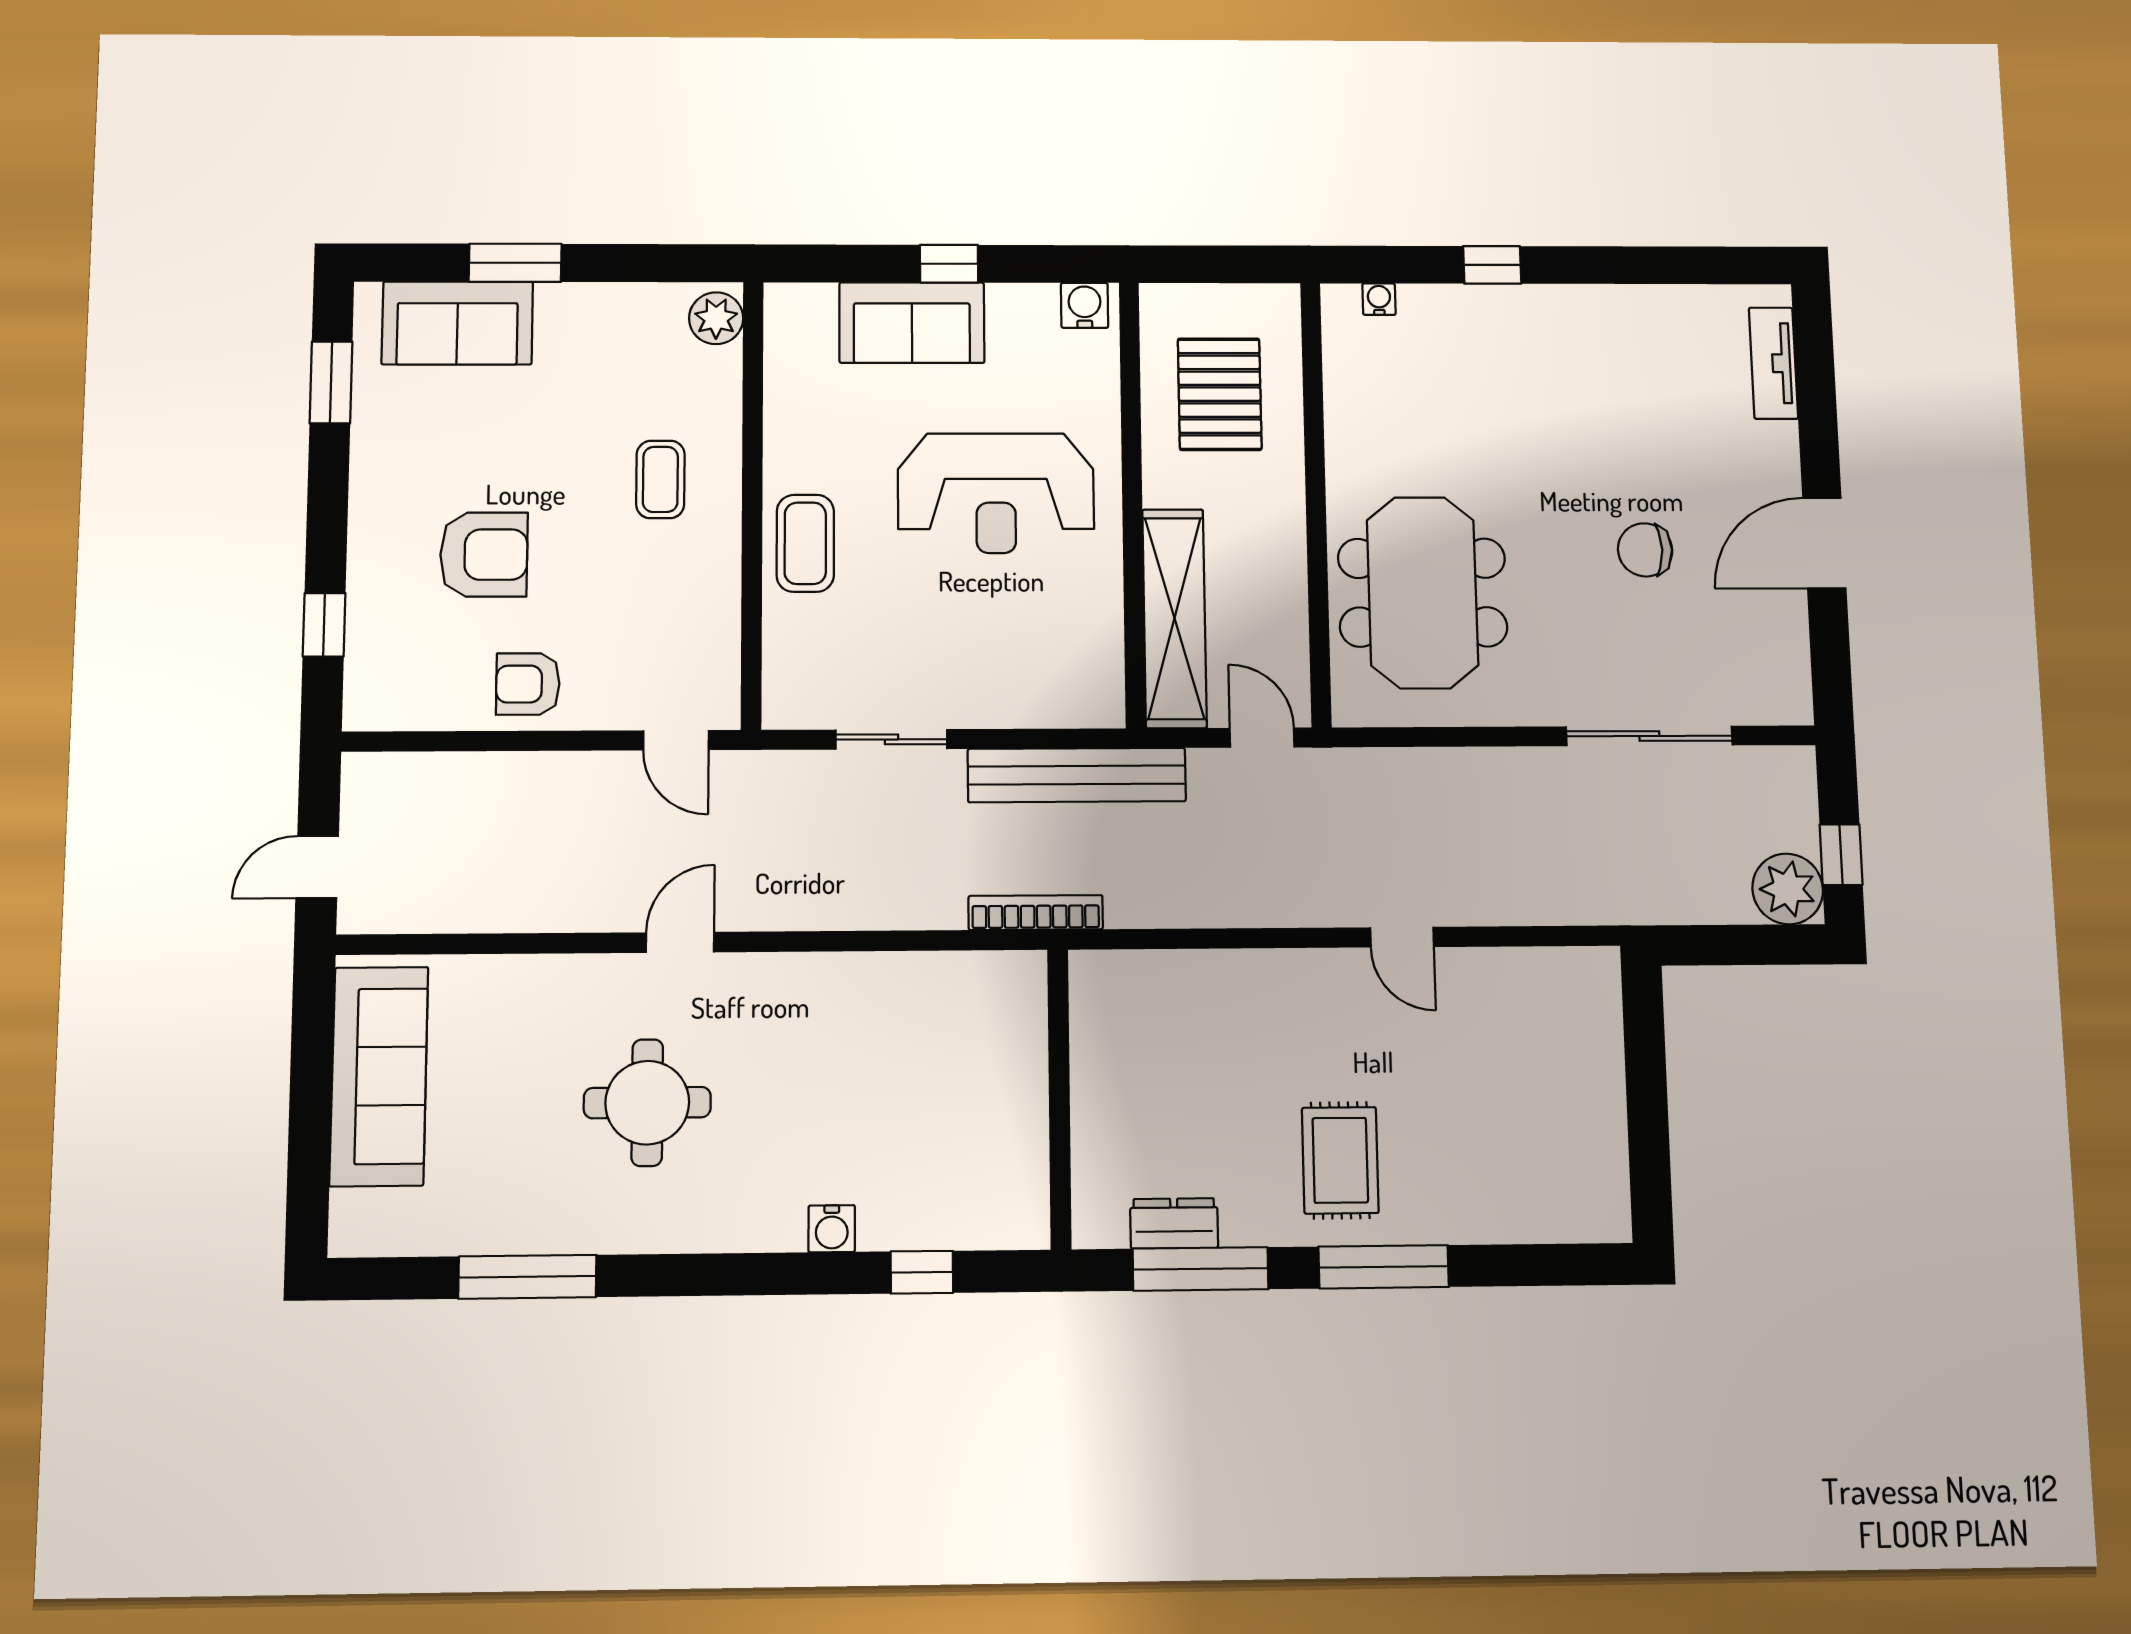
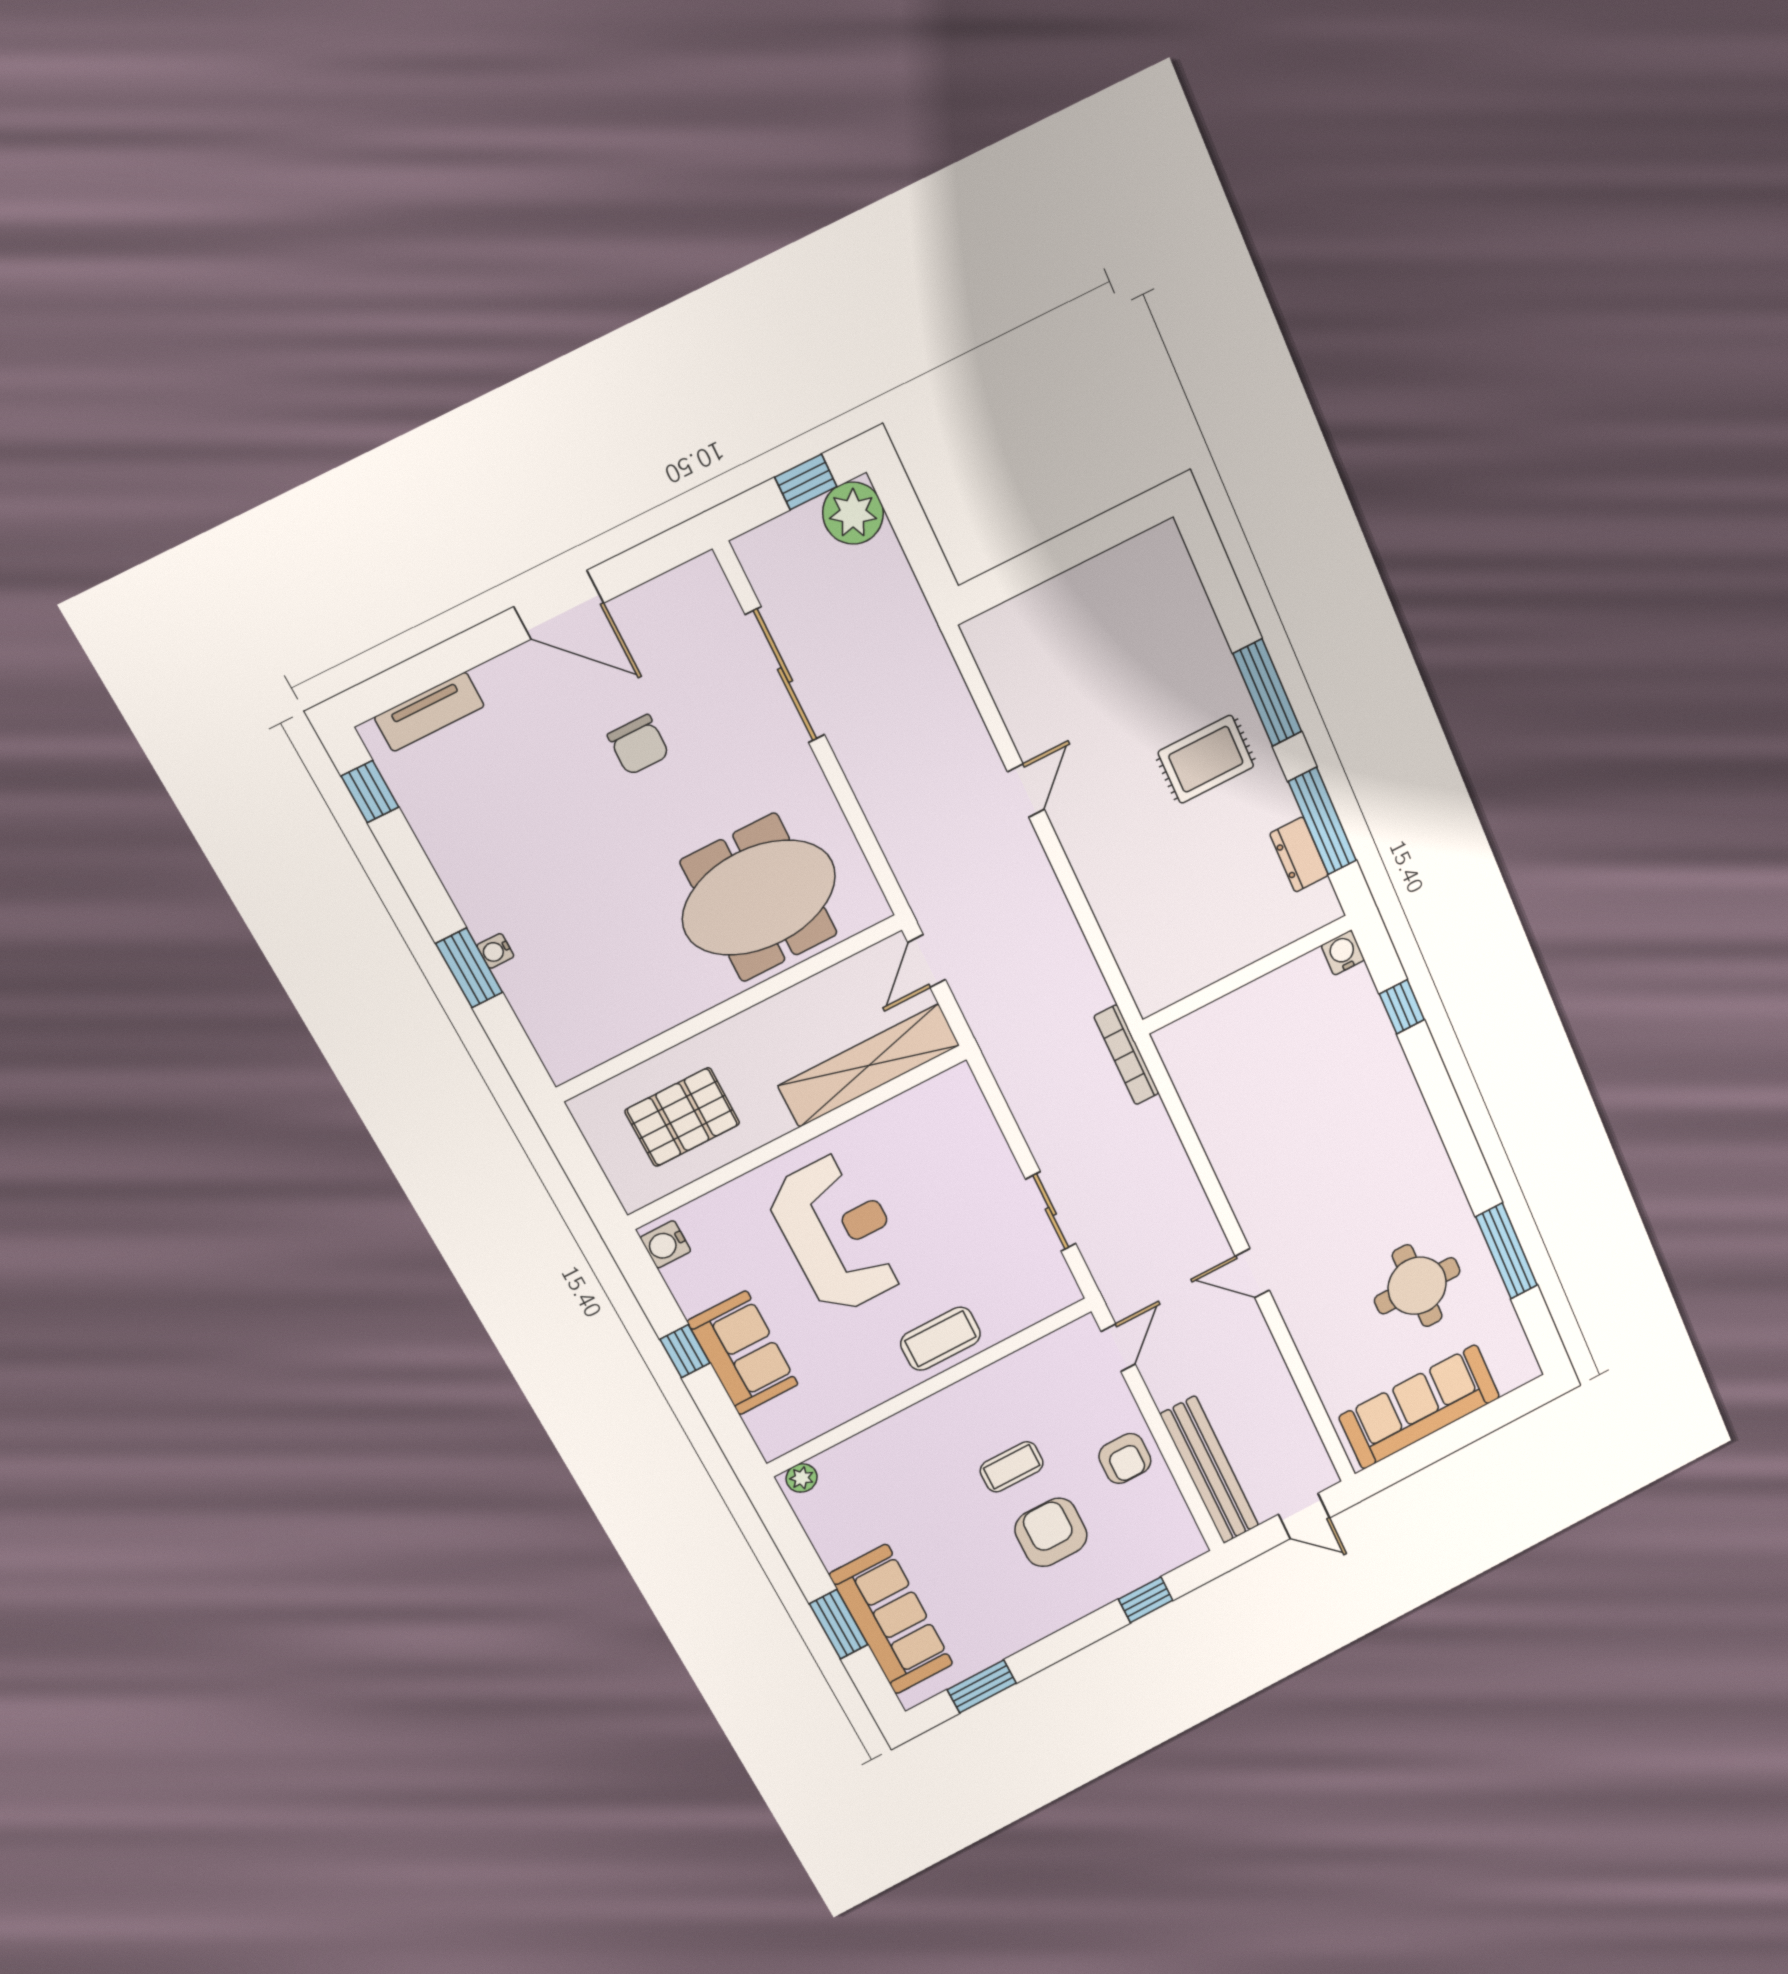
window: (1492, 265) -> (469, 968), width x1.50
window: (1720, 265) -> (370, 792), added
water cooler: (1379, 299) -> (495, 951), moved
plant: (716, 318) -> (802, 1478), width x0.73, depth x0.73
sofa: (457, 323) -> (891, 1619), width x1.36
coffee table: (660, 479) -> (1012, 1467), moved
bench: (1077, 775) -> (1210, 1470), moved
round table: (647, 1103) -> (1417, 1286), moved
water cooler: (832, 1229) -> (1343, 953), moved, turned -90

